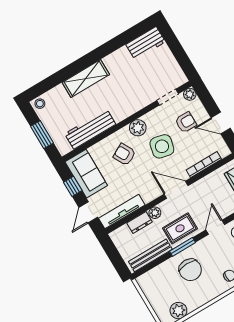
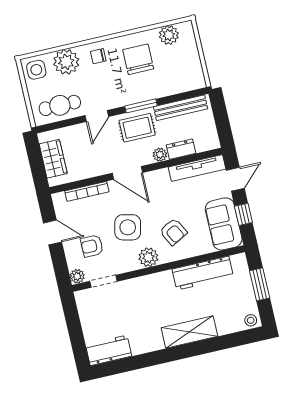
chair: (190, 270) -> (138, 59), moved

